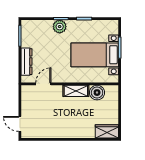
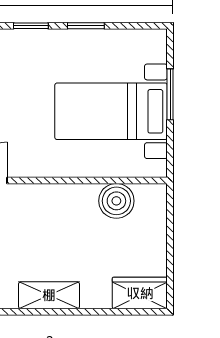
plant: (60, 27) -> (28, 44), removed
shelving: (76, 91) -> (49, 295), moved

